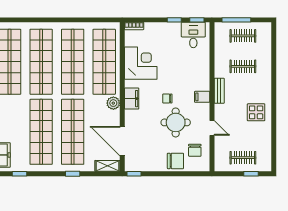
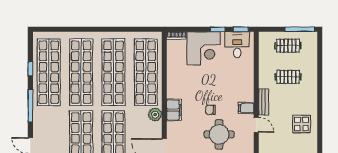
window: (236, 20) -> (300, 29), moved
corner desk: (141, 63) -> (204, 48), moved, turned 90
door: (212, 128) -> (256, 125), moved

